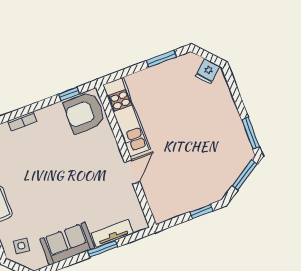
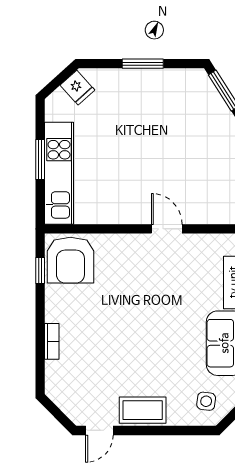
window: (161, 59) -> (40, 159), moved
kitchen unit: (126, 117) -> (59, 173), moved, turned 90
window: (250, 133) -> (143, 64), moved

